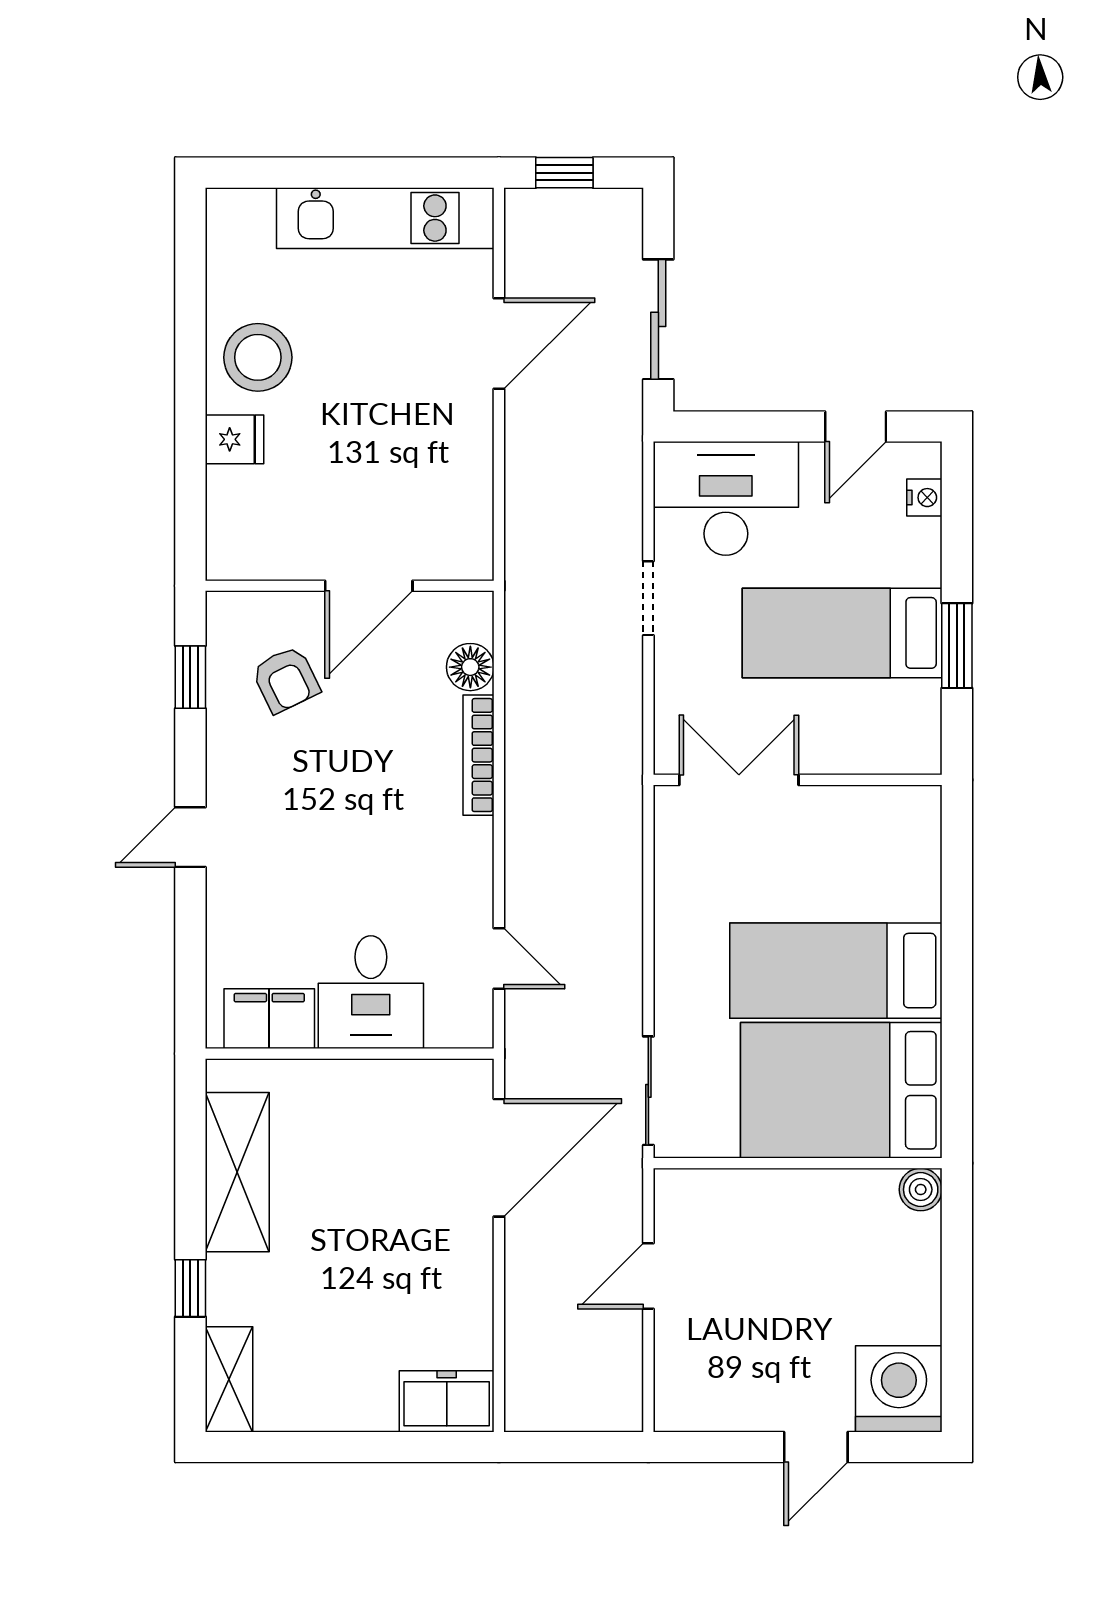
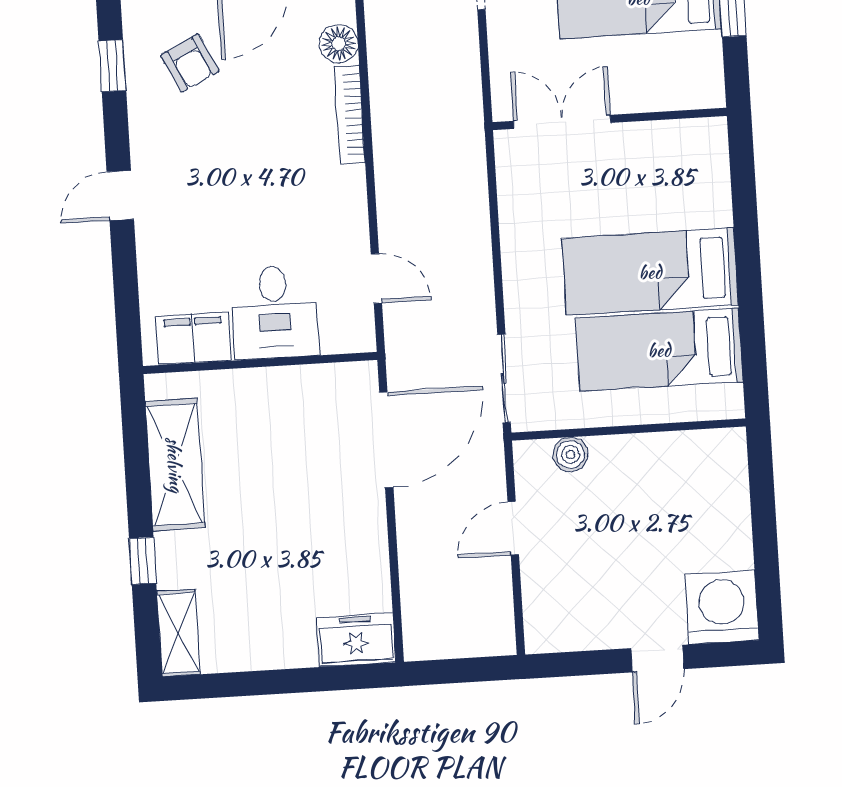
bed: (841, 1090) -> (659, 350), width x0.67
boiler: (921, 1190) -> (570, 455), moved

